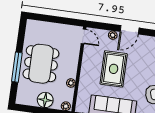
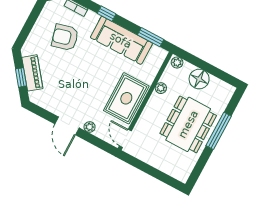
door: (130, 30) -> (67, 126), swing flipped
rug: (114, 69) -> (126, 98), moved

